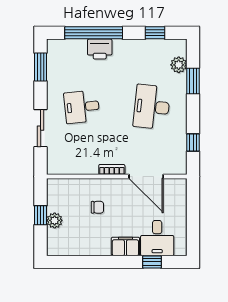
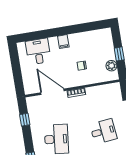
plant: (55, 220) -> (111, 66), moved
filing cabinet: (125, 246) -> (63, 42), width x0.50
window: (152, 262) -> (39, 35), removed

